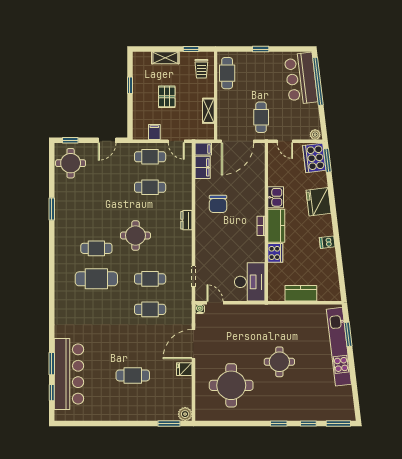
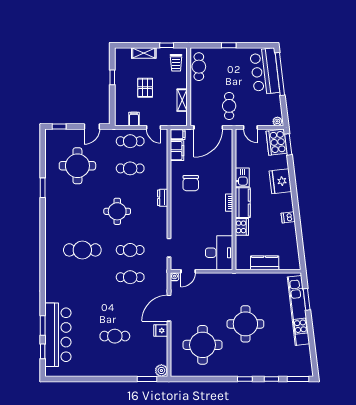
round table: (71, 163) -> (77, 166), moved, width x1.36, depth x1.36
cafe table: (96, 248) -> (82, 223), removed
door: (215, 303) -> (188, 271), swing flipped
round table: (279, 362) -> (245, 324), width x1.36, depth x1.36

